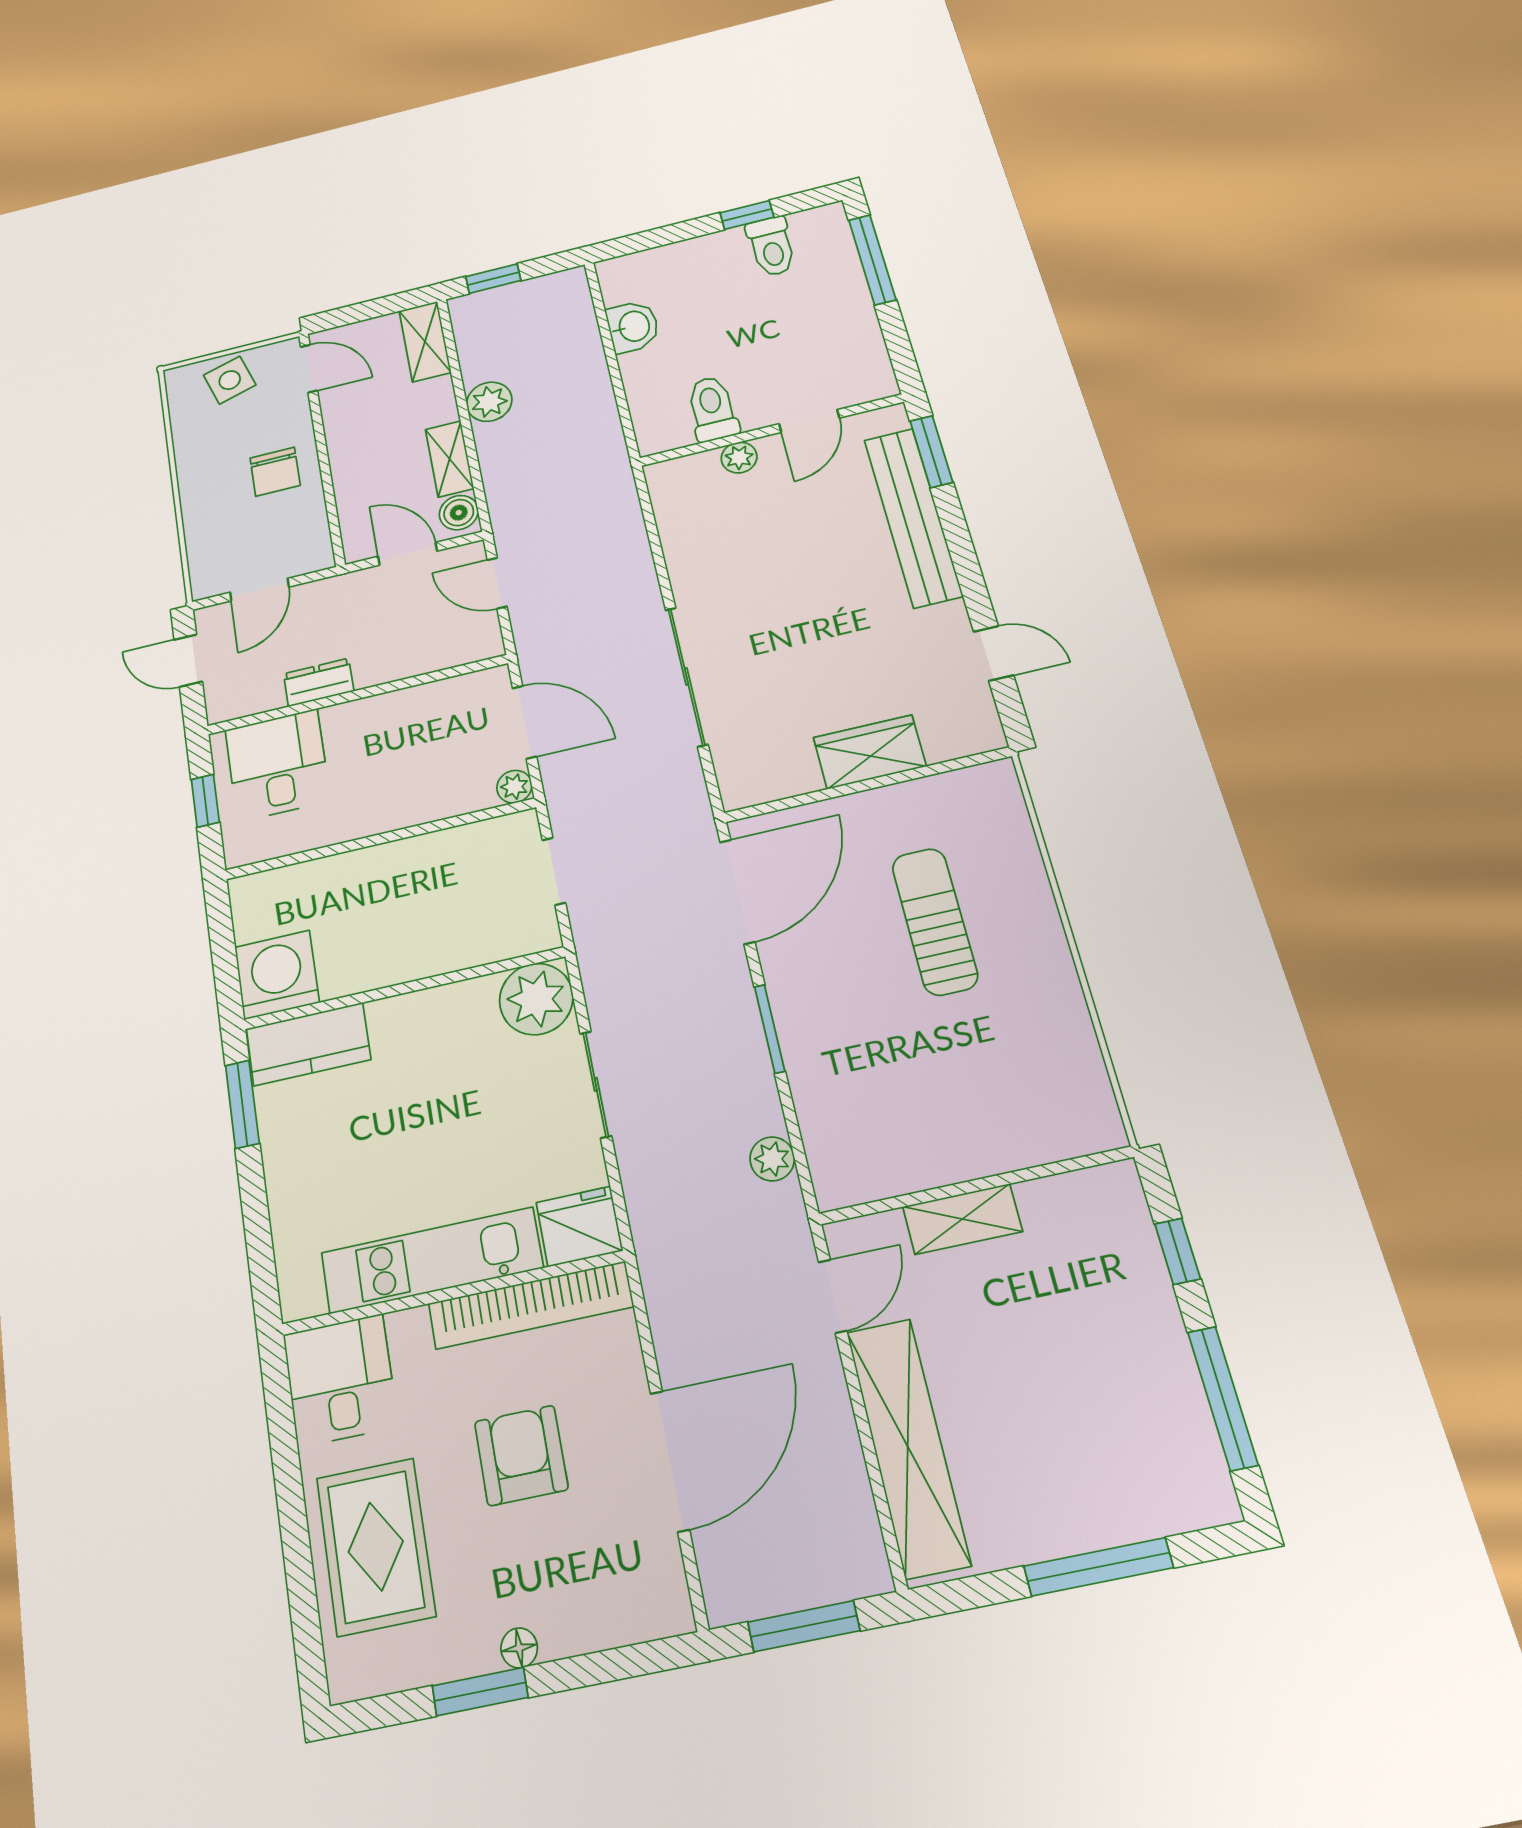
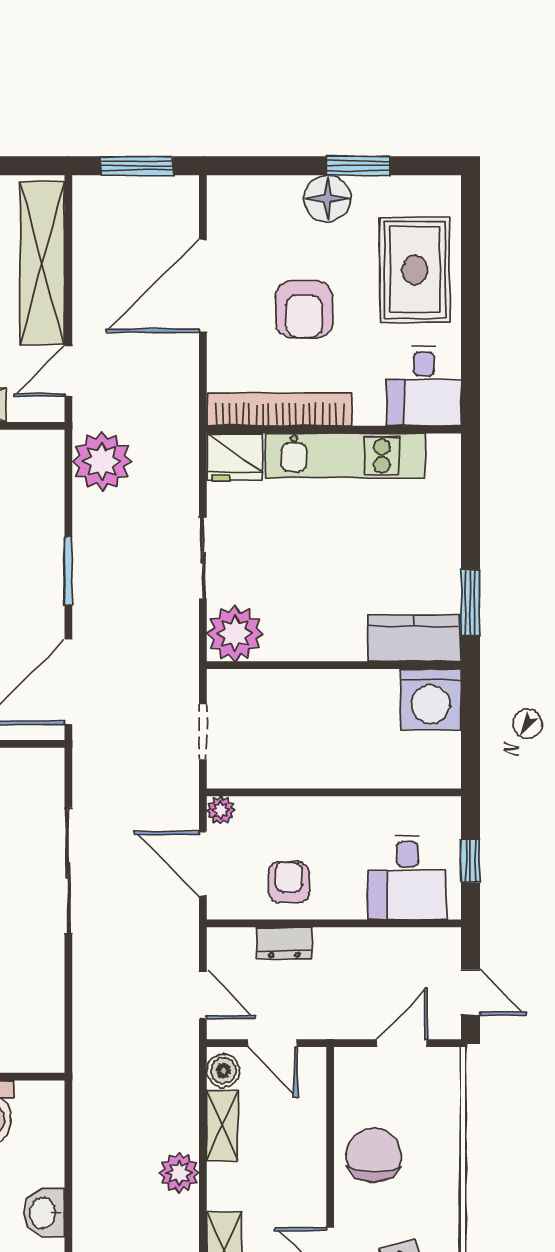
chair: (275, 472) -> (374, 1155), width x1.37, depth x1.37
dresser: (319, 682) -> (284, 943), moved
armchair: (418, 726) -> (289, 882), added
plant: (772, 1159) -> (102, 461), width x1.87, depth x1.87
floor lamp: (519, 1648) -> (327, 199), width x1.89, depth x1.89

